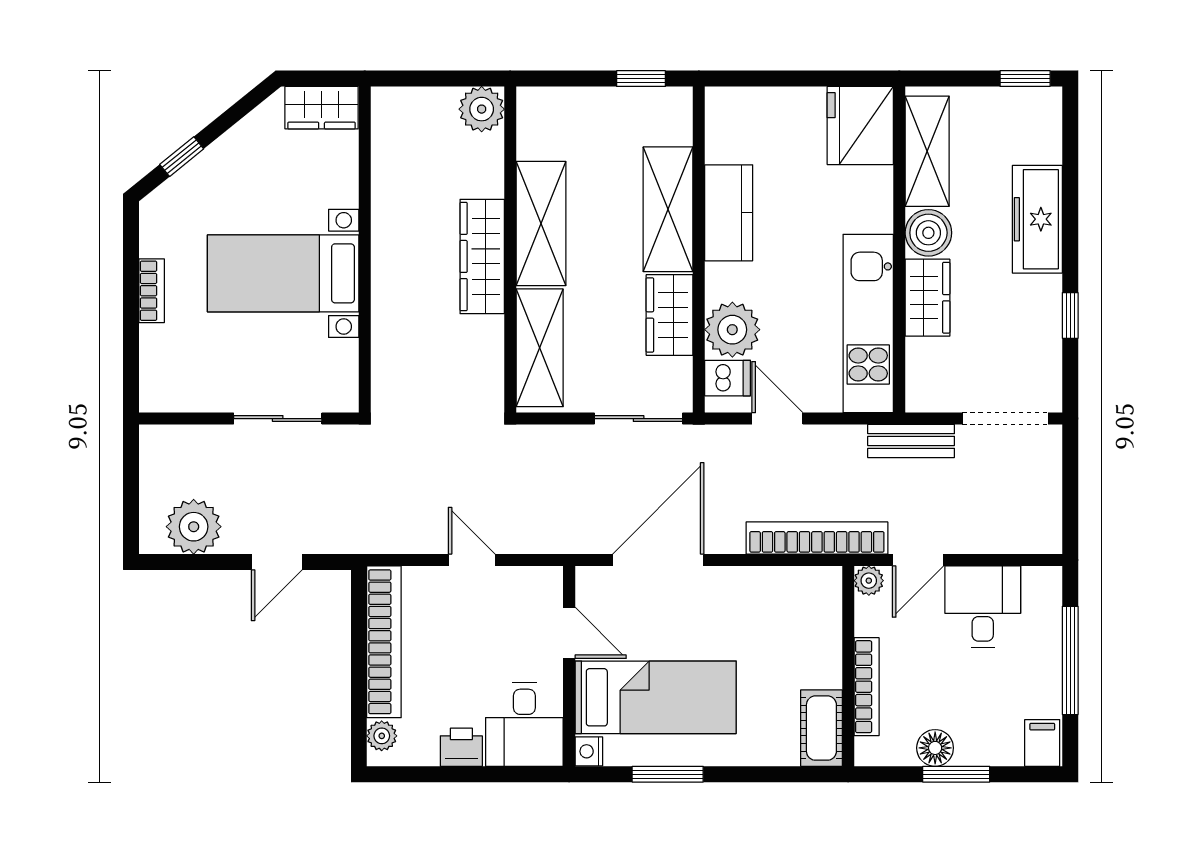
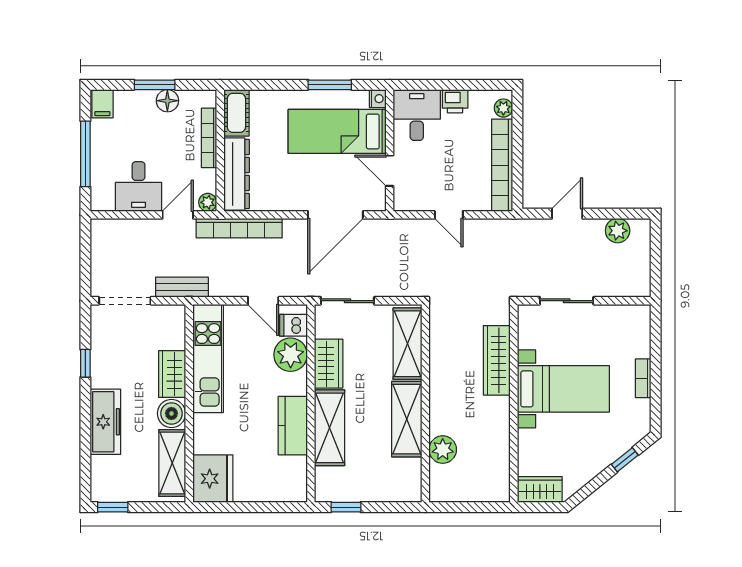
plant: (482, 109) -> (443, 450), moved
wardrobe: (482, 256) -> (497, 360), moved, turned 180
plant: (194, 527) -> (618, 231), width x0.73, depth x0.73
dresser: (821, 627) -> (237, 174), added

